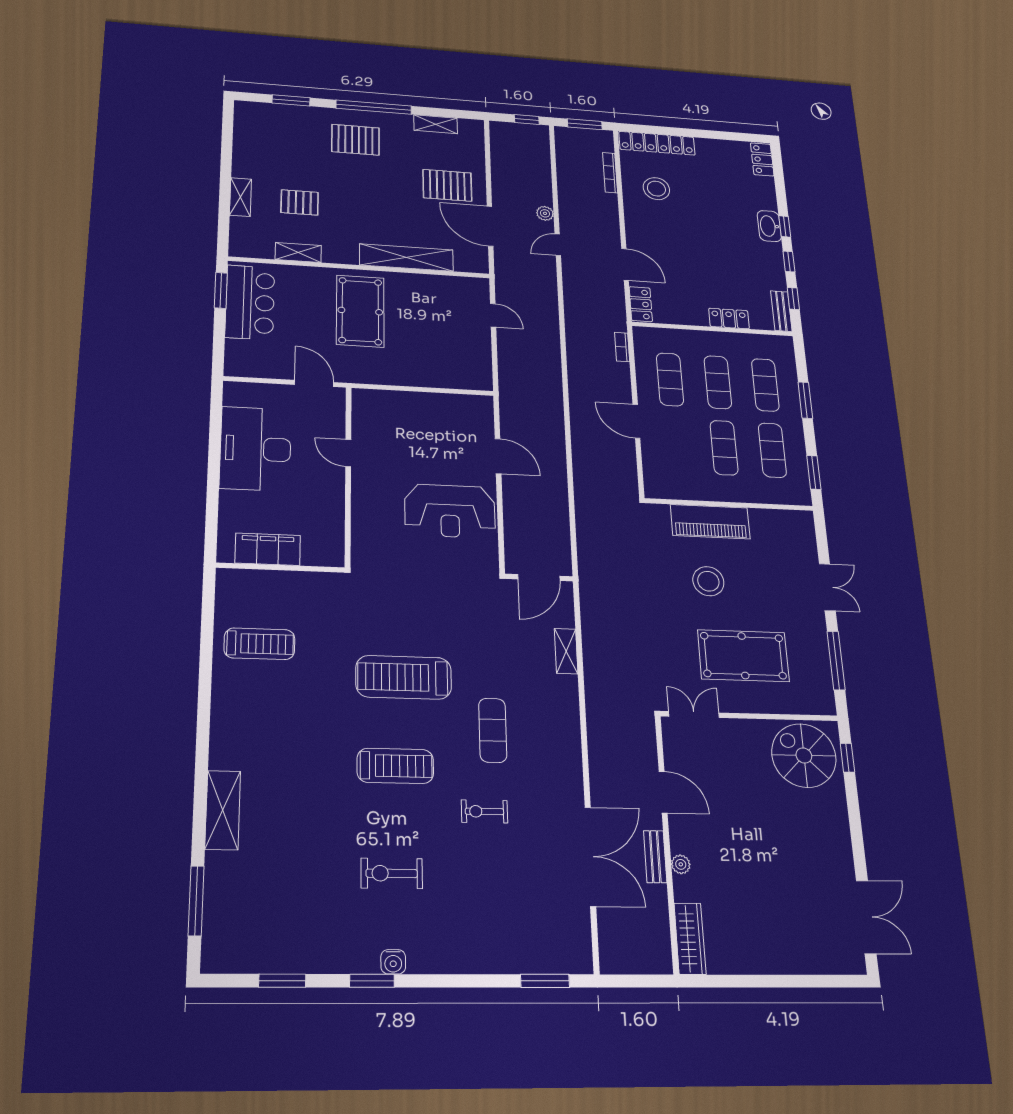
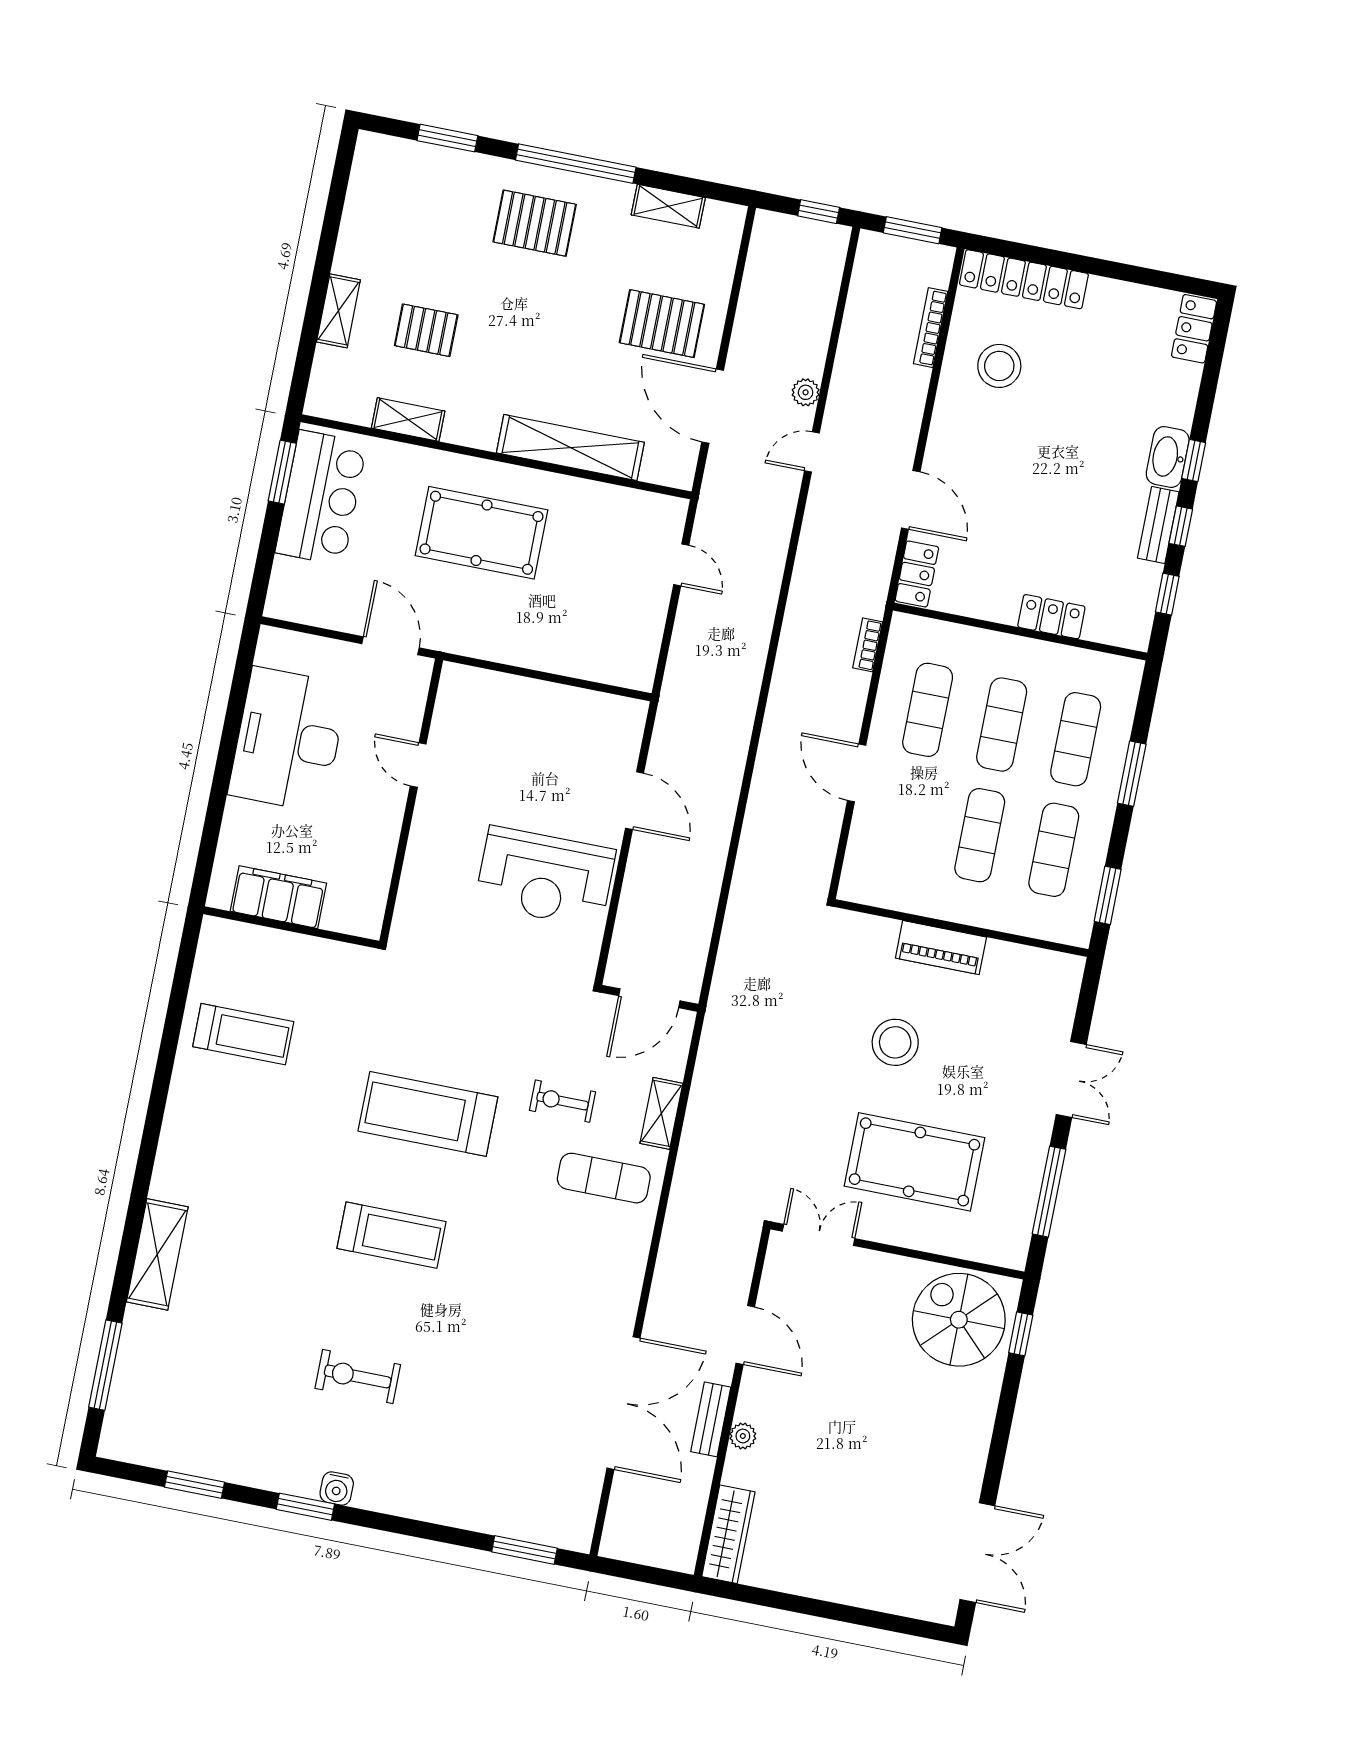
pool table: (360, 311) -> (482, 533), turned 90
bench: (781, 311) -> (1158, 525), moved
piano: (710, 522) -> (941, 948), width x0.73, depth x0.75
exercise mat: (493, 730) -> (604, 1178), moved, turned 90
exercise bike: (484, 811) -> (562, 1101), moved

